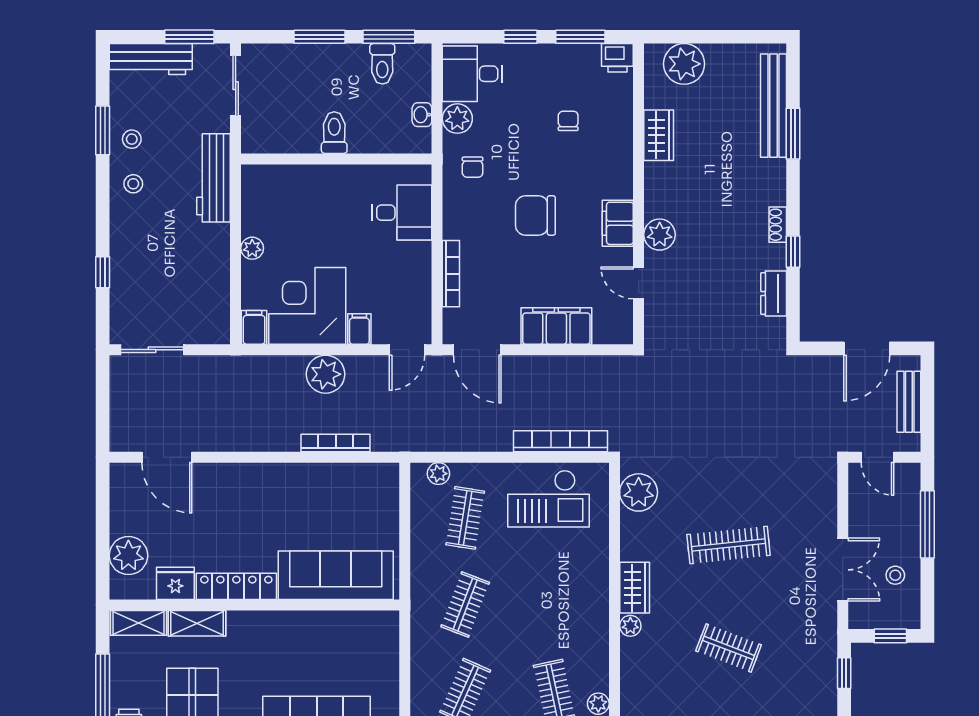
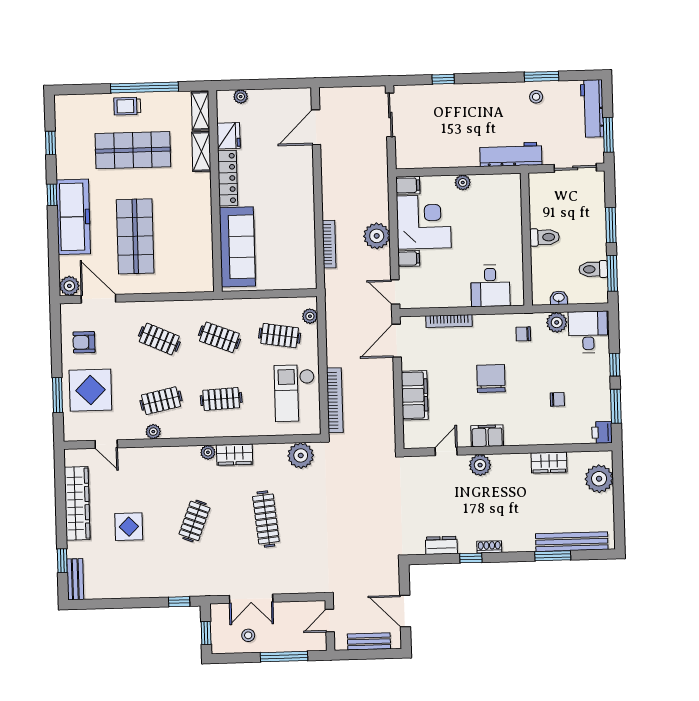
stool: (133, 184) -> (505, 99), removed
plant: (128, 556) -> (241, 97), width x0.53, depth x0.53
clothes rail: (554, 605) -> (221, 399), added

